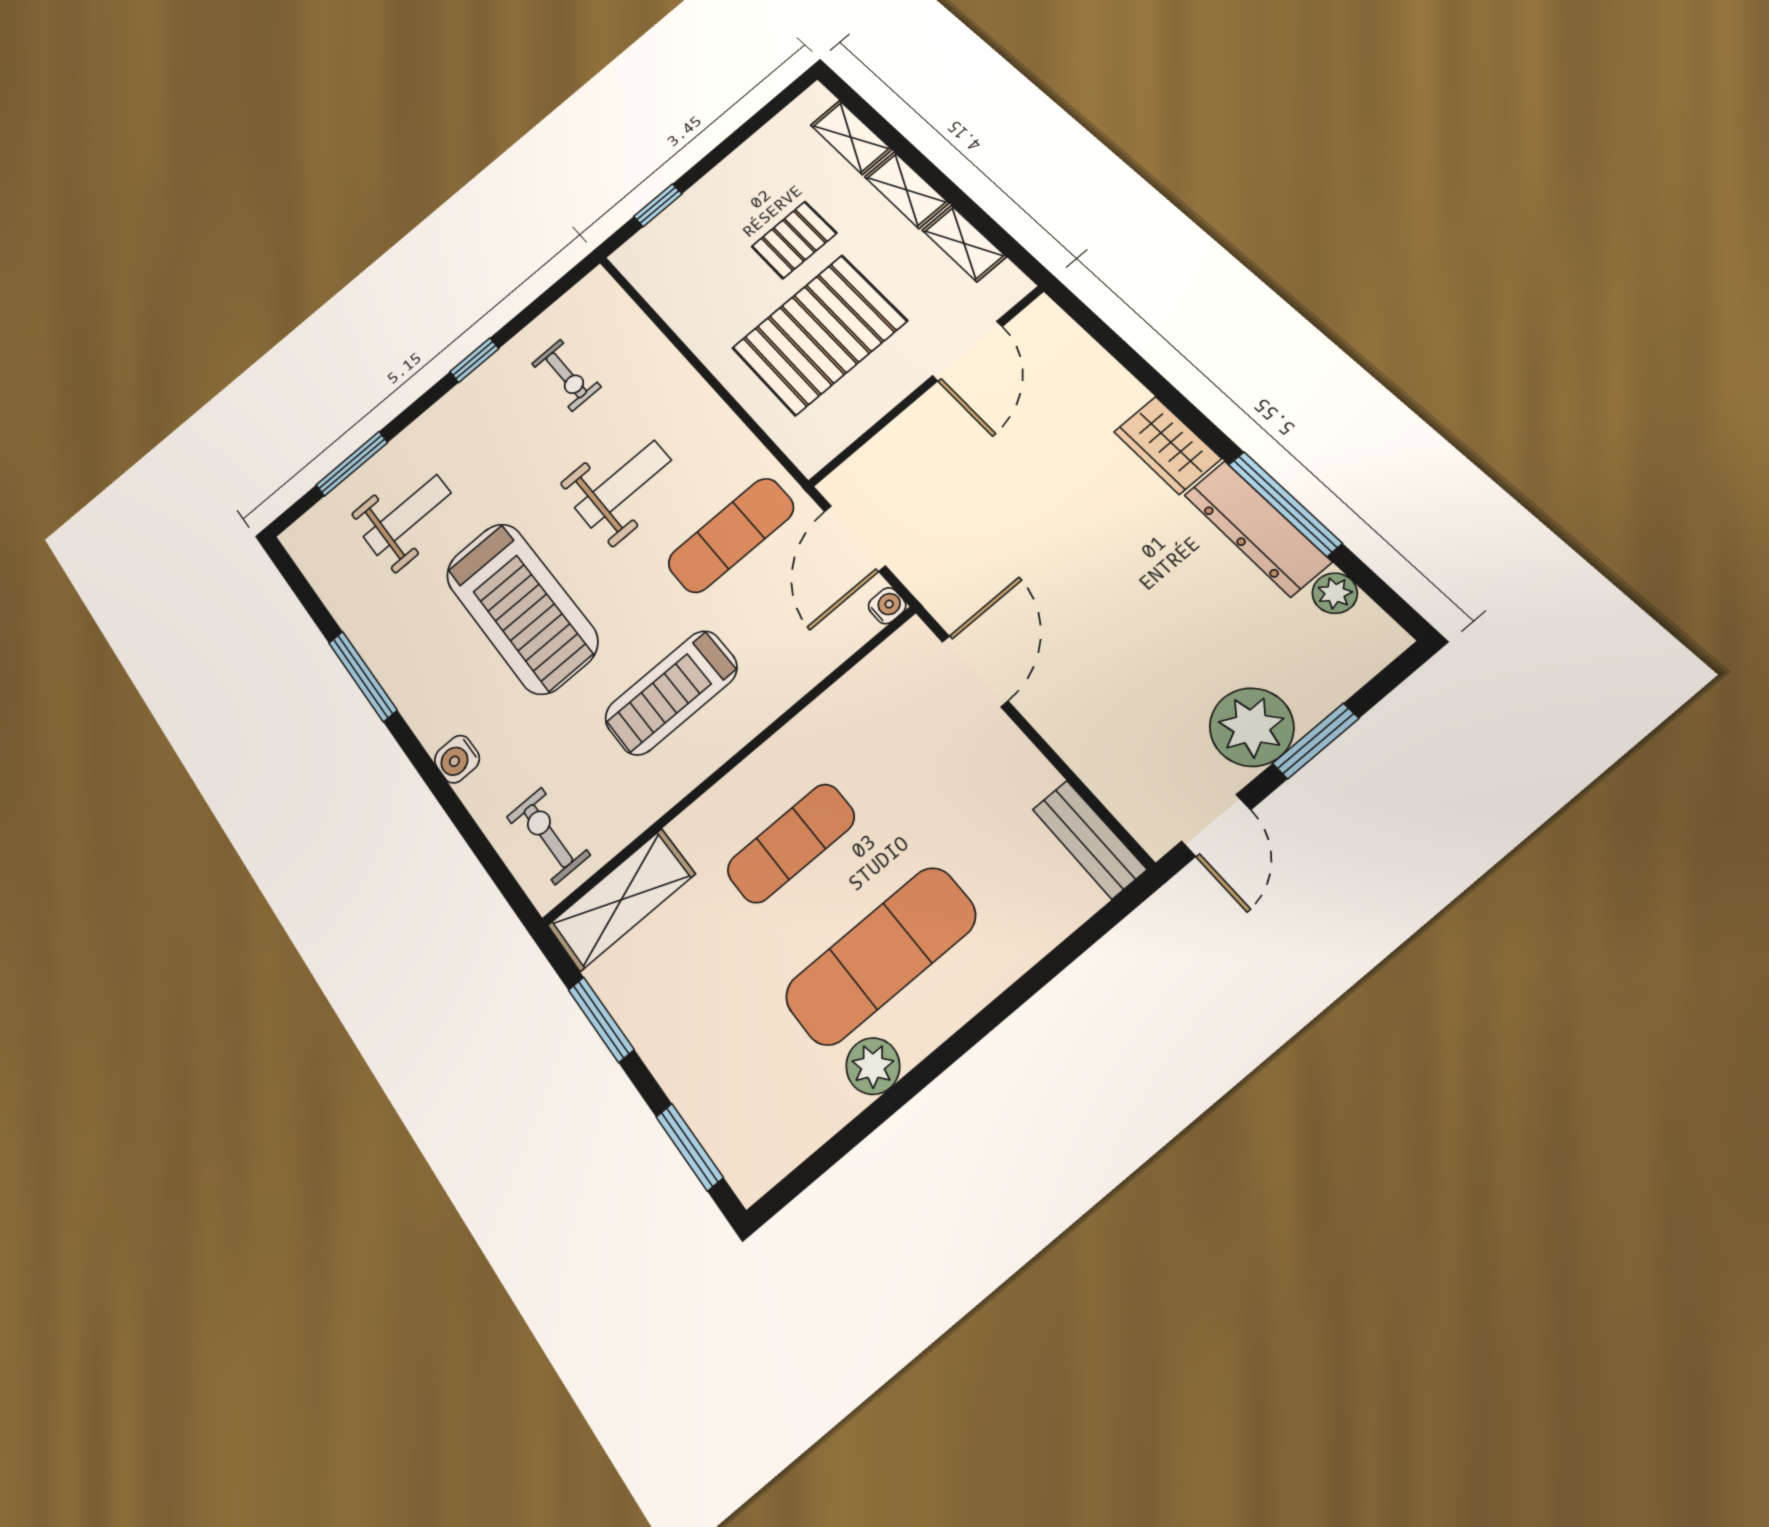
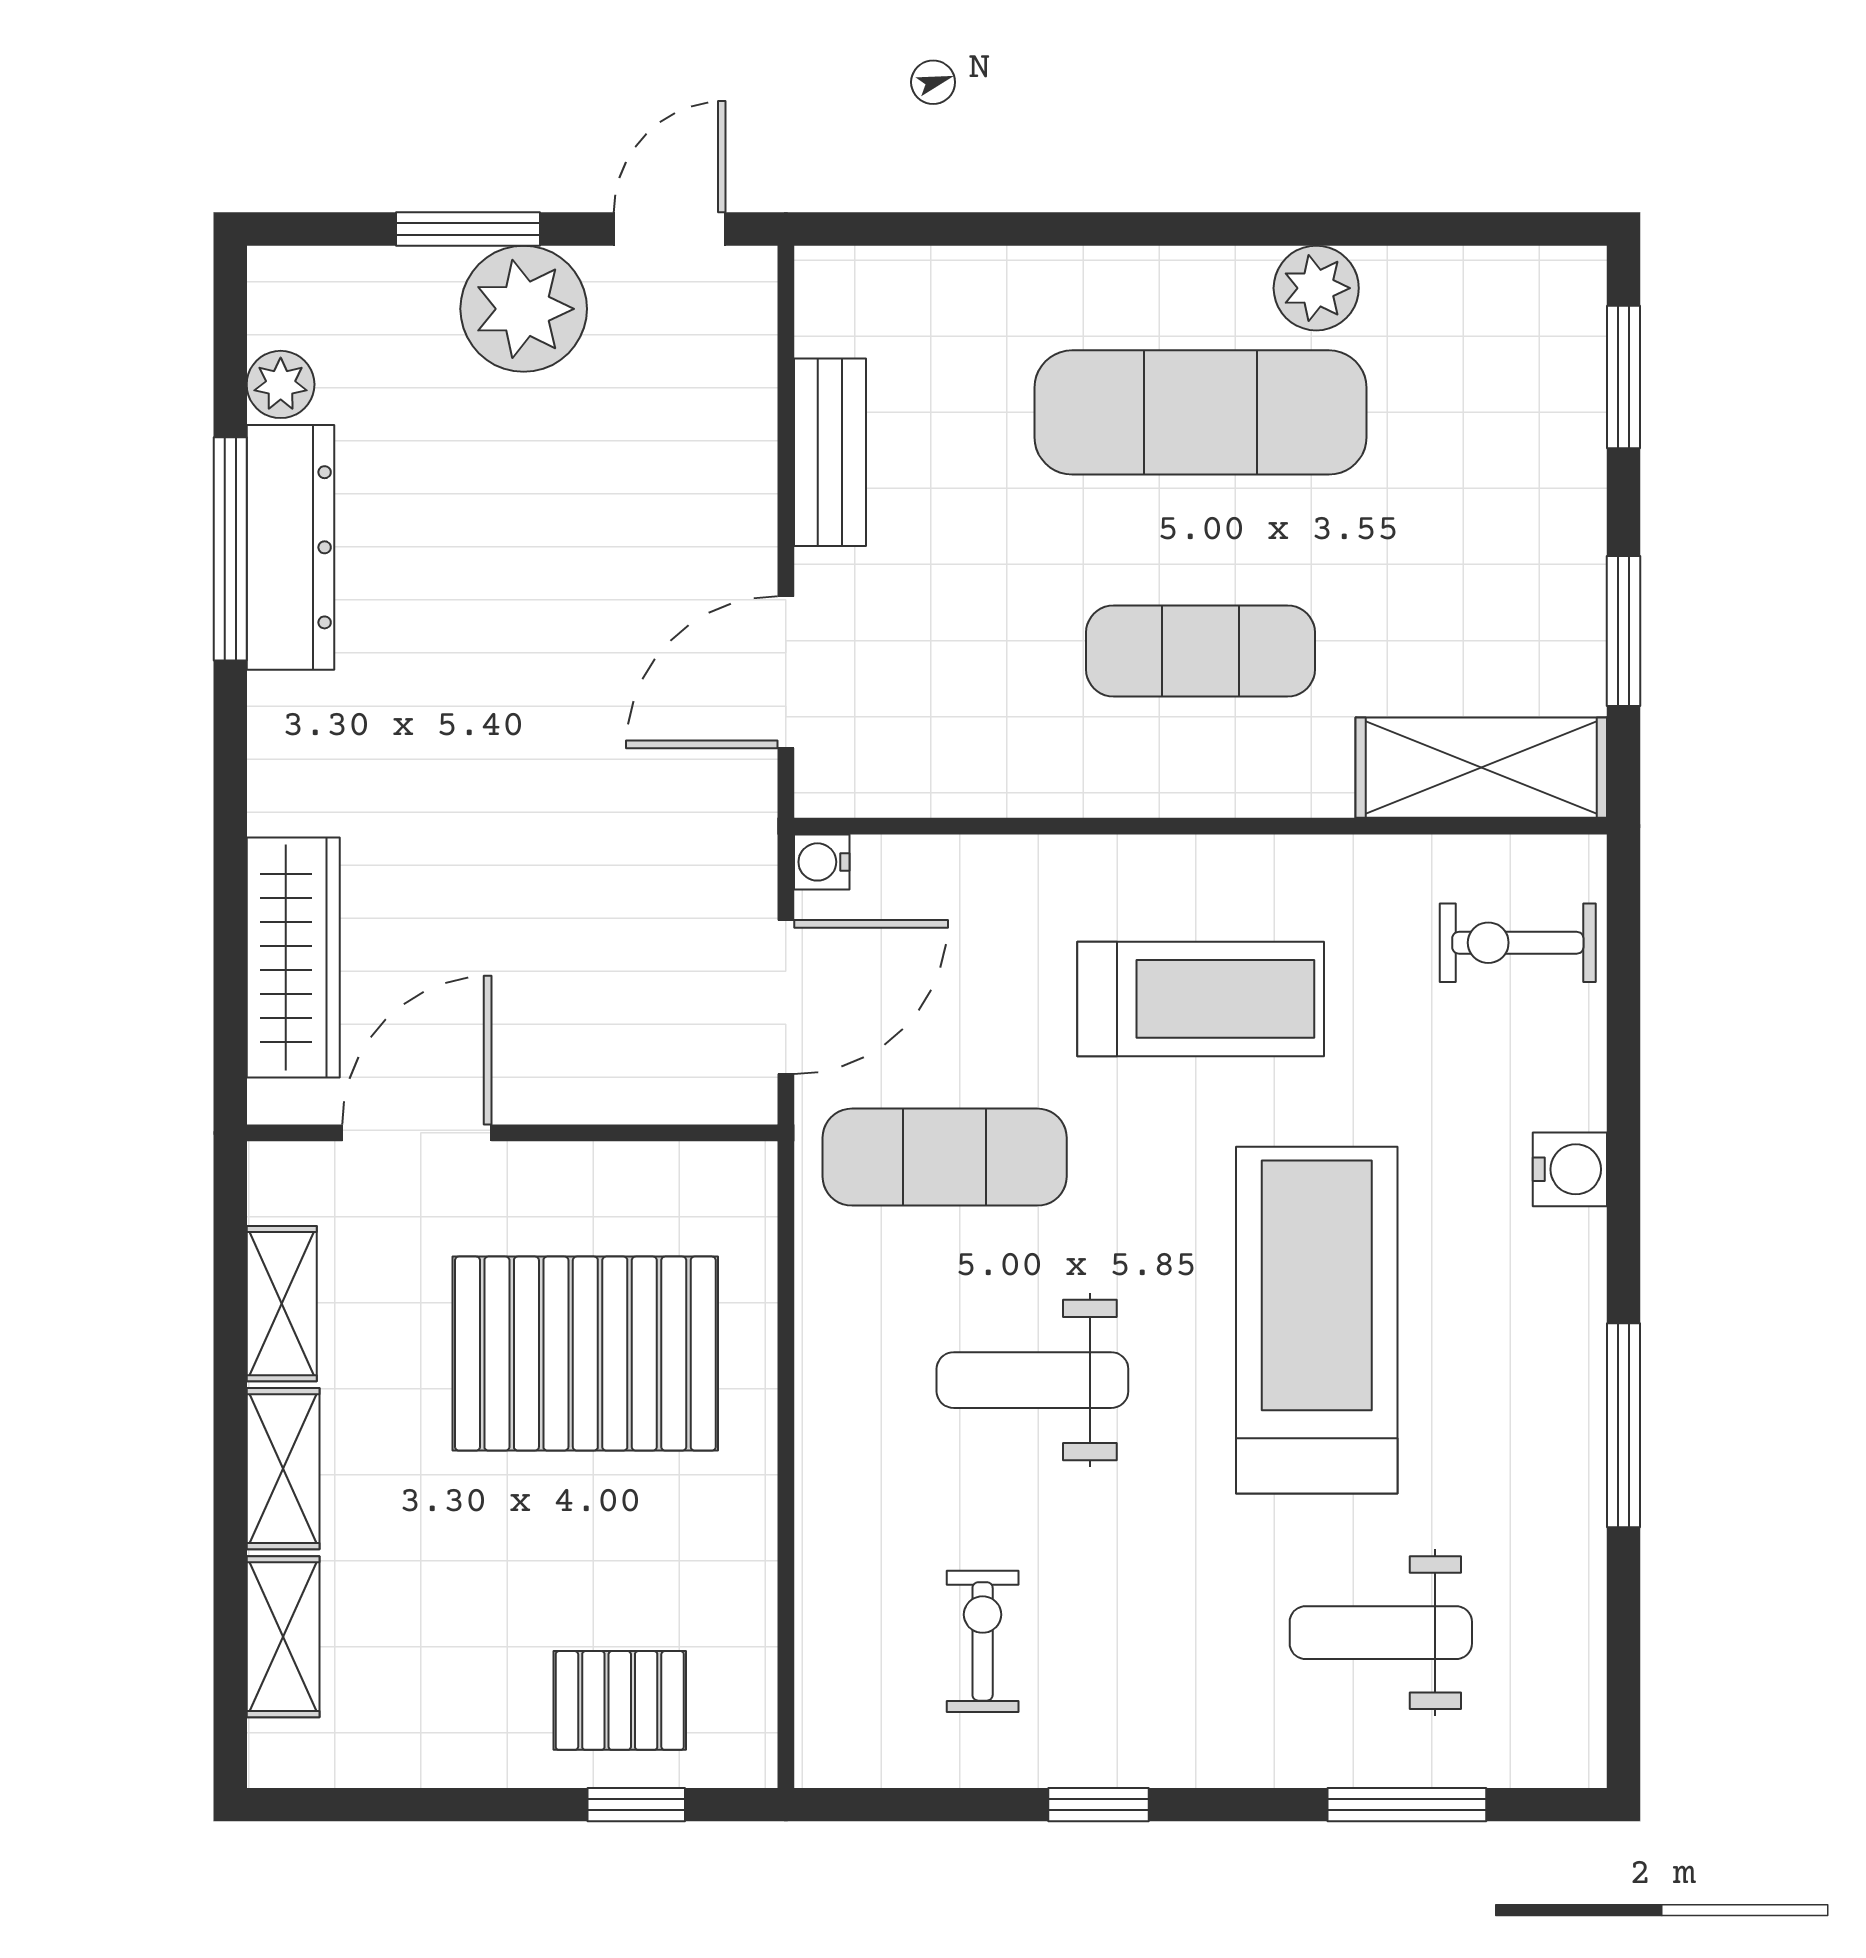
pallet: (794, 240) -> (620, 1700), moved
wardrobe: (1167, 445) -> (293, 958), moved, width x1.50
exercise bike: (548, 836) -> (1518, 943), turned 90
bench: (1089, 839) -> (830, 452), moved

